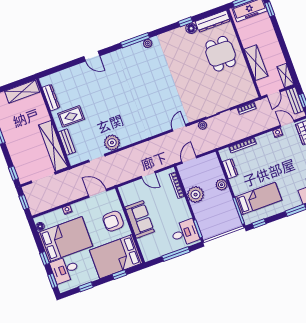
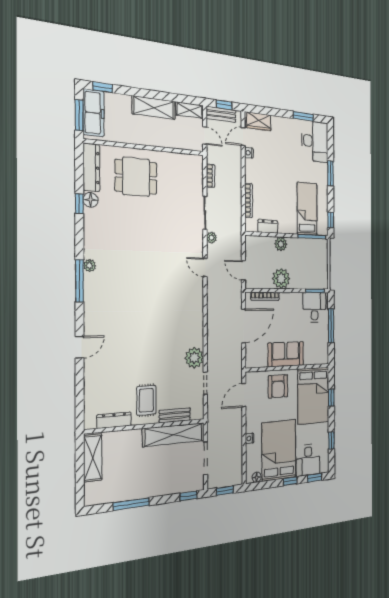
shelving: (256, 63) -> (154, 108), moved
door: (148, 175) -> (244, 326), width x1.87

